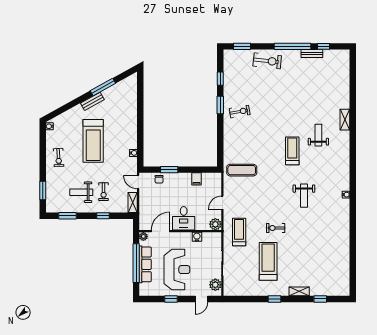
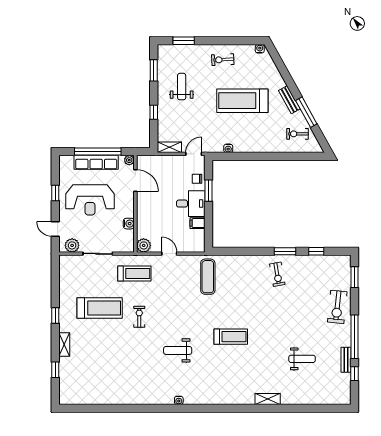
weight bench: (318, 135) -> (302, 359), moved
exercise bike: (104, 192) -> (297, 134), moved
desk: (184, 218) -> (191, 204), moved, turned 180

